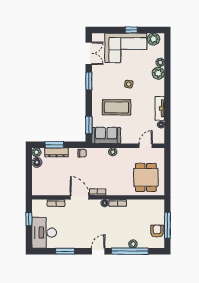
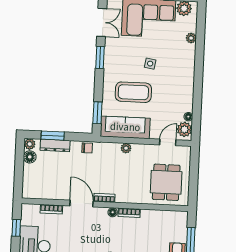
plant: (158, 73) -> (184, 129), moved
tv unit: (160, 108) -> (188, 96), removed
sofa: (106, 135) -> (125, 127), width x1.36

